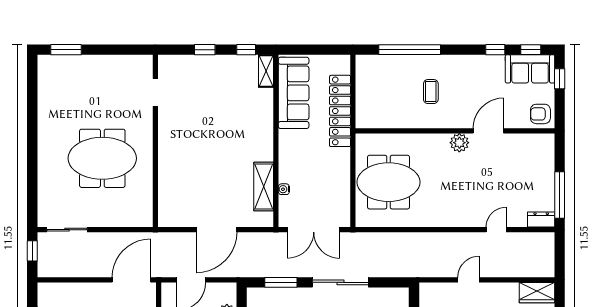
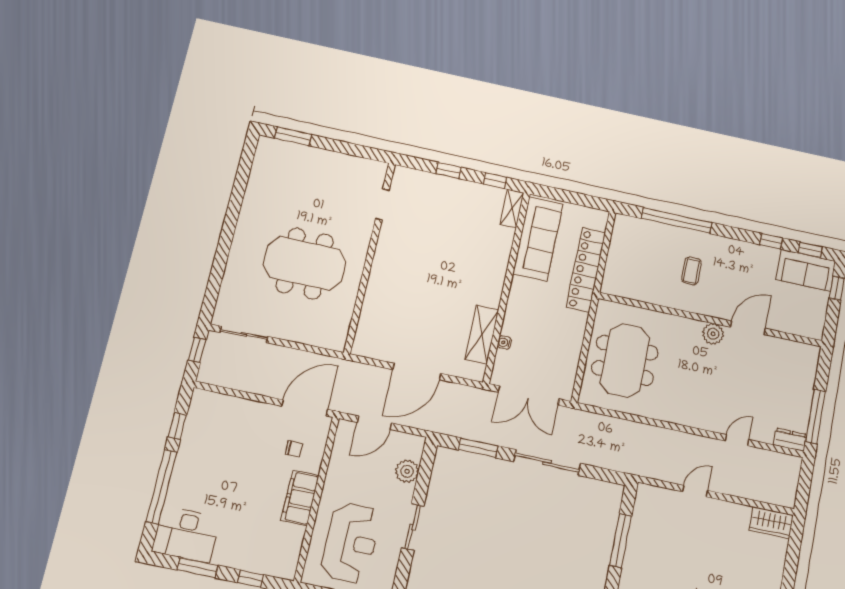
armchair: (540, 114) -> (809, 322), removed
meeting table: (388, 182) -> (625, 360), turned 90

